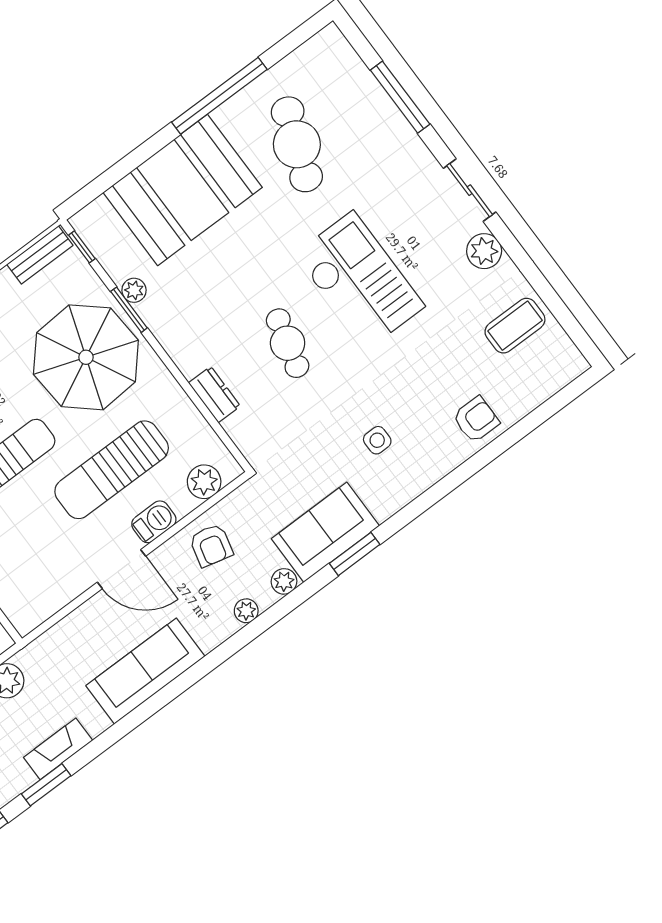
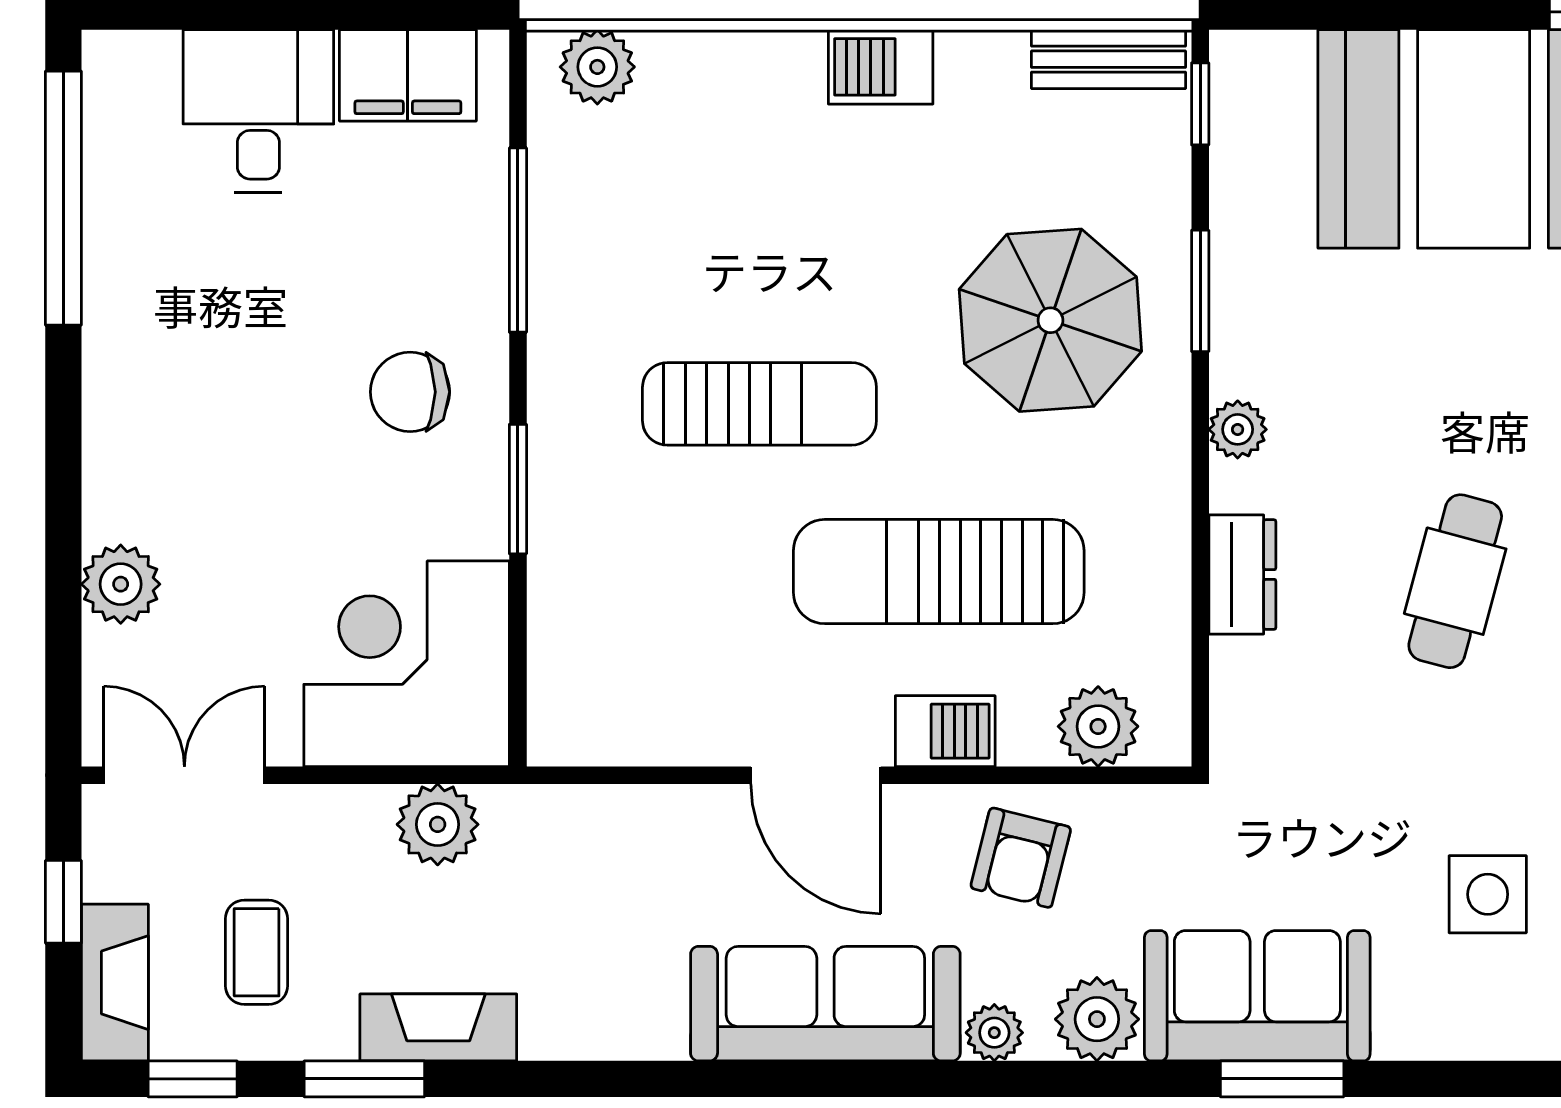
plant: (134, 290) -> (1238, 429), moved
parasol: (86, 357) -> (1050, 320), width x0.73, depth x0.73
side table: (377, 440) -> (1488, 894), width x1.37, depth x1.37
plant: (284, 581) -> (1097, 1019), width x1.38, depth x1.38
sofa: (145, 671) -> (825, 1004), moved

